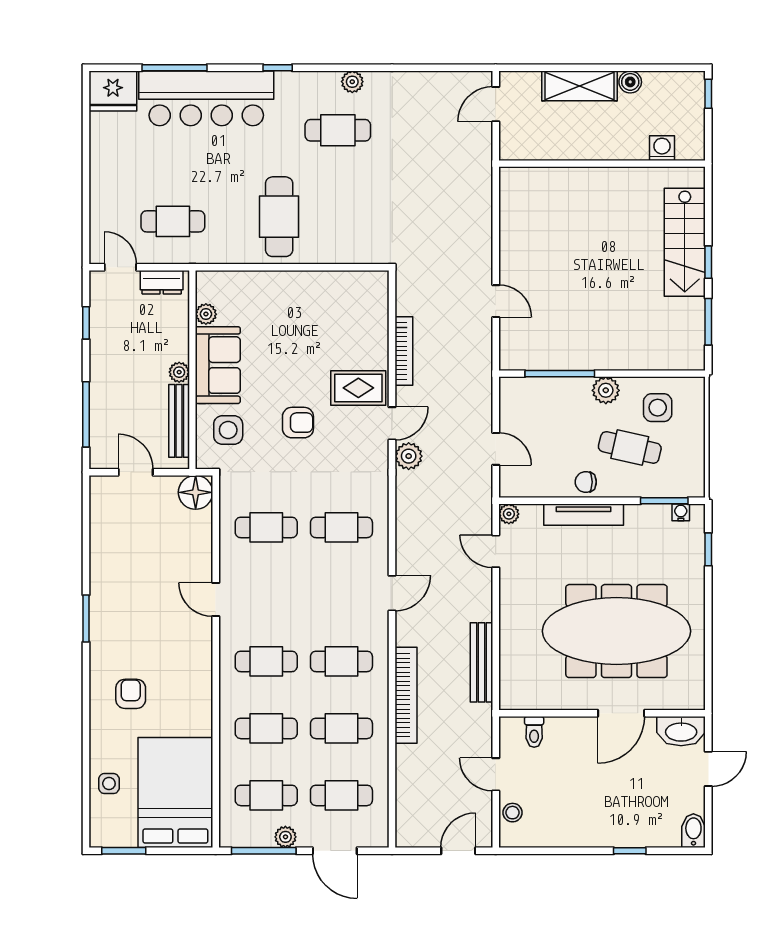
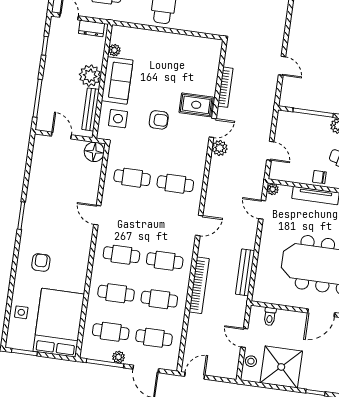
plant: (179, 372) -> (90, 76), width x1.88, depth x1.88
shower: (566, 815) -> (281, 367), added
door: (458, 851) -> (195, 376), moved

